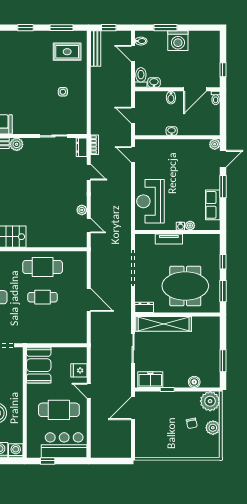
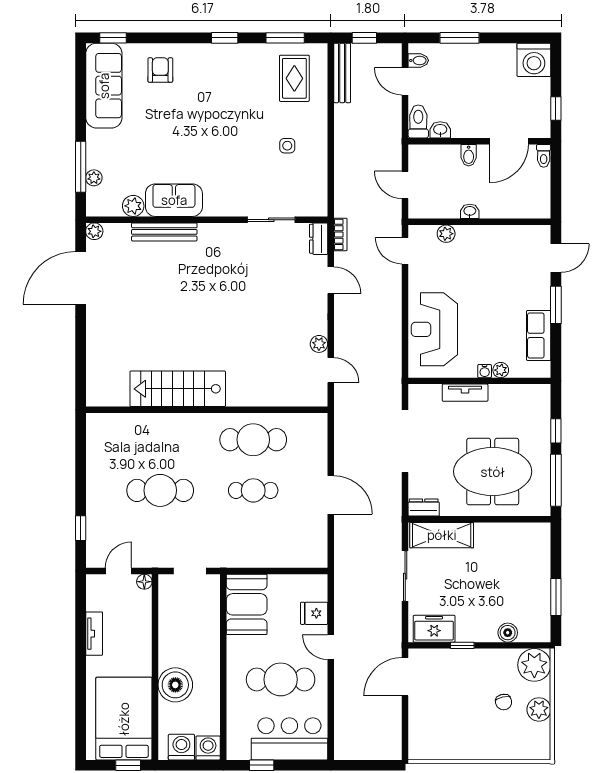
washing machine: (178, 41) -> (534, 60), moved
rug: (67, 52) -> (294, 78), turned 90
plant: (17, 144) -> (210, 234), removed
plant: (215, 144) -> (446, 234), moved
window: (223, 291) -> (556, 480), width x1.44
shelving: (164, 324) -> (442, 535), width x0.68

